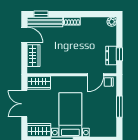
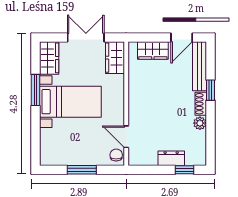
window: (41, 14) -> (210, 90), moved
plant: (112, 22) -> (200, 123), moved
window: (119, 54) -> (184, 170), moved
dresser: (111, 56) -> (171, 158), moved

